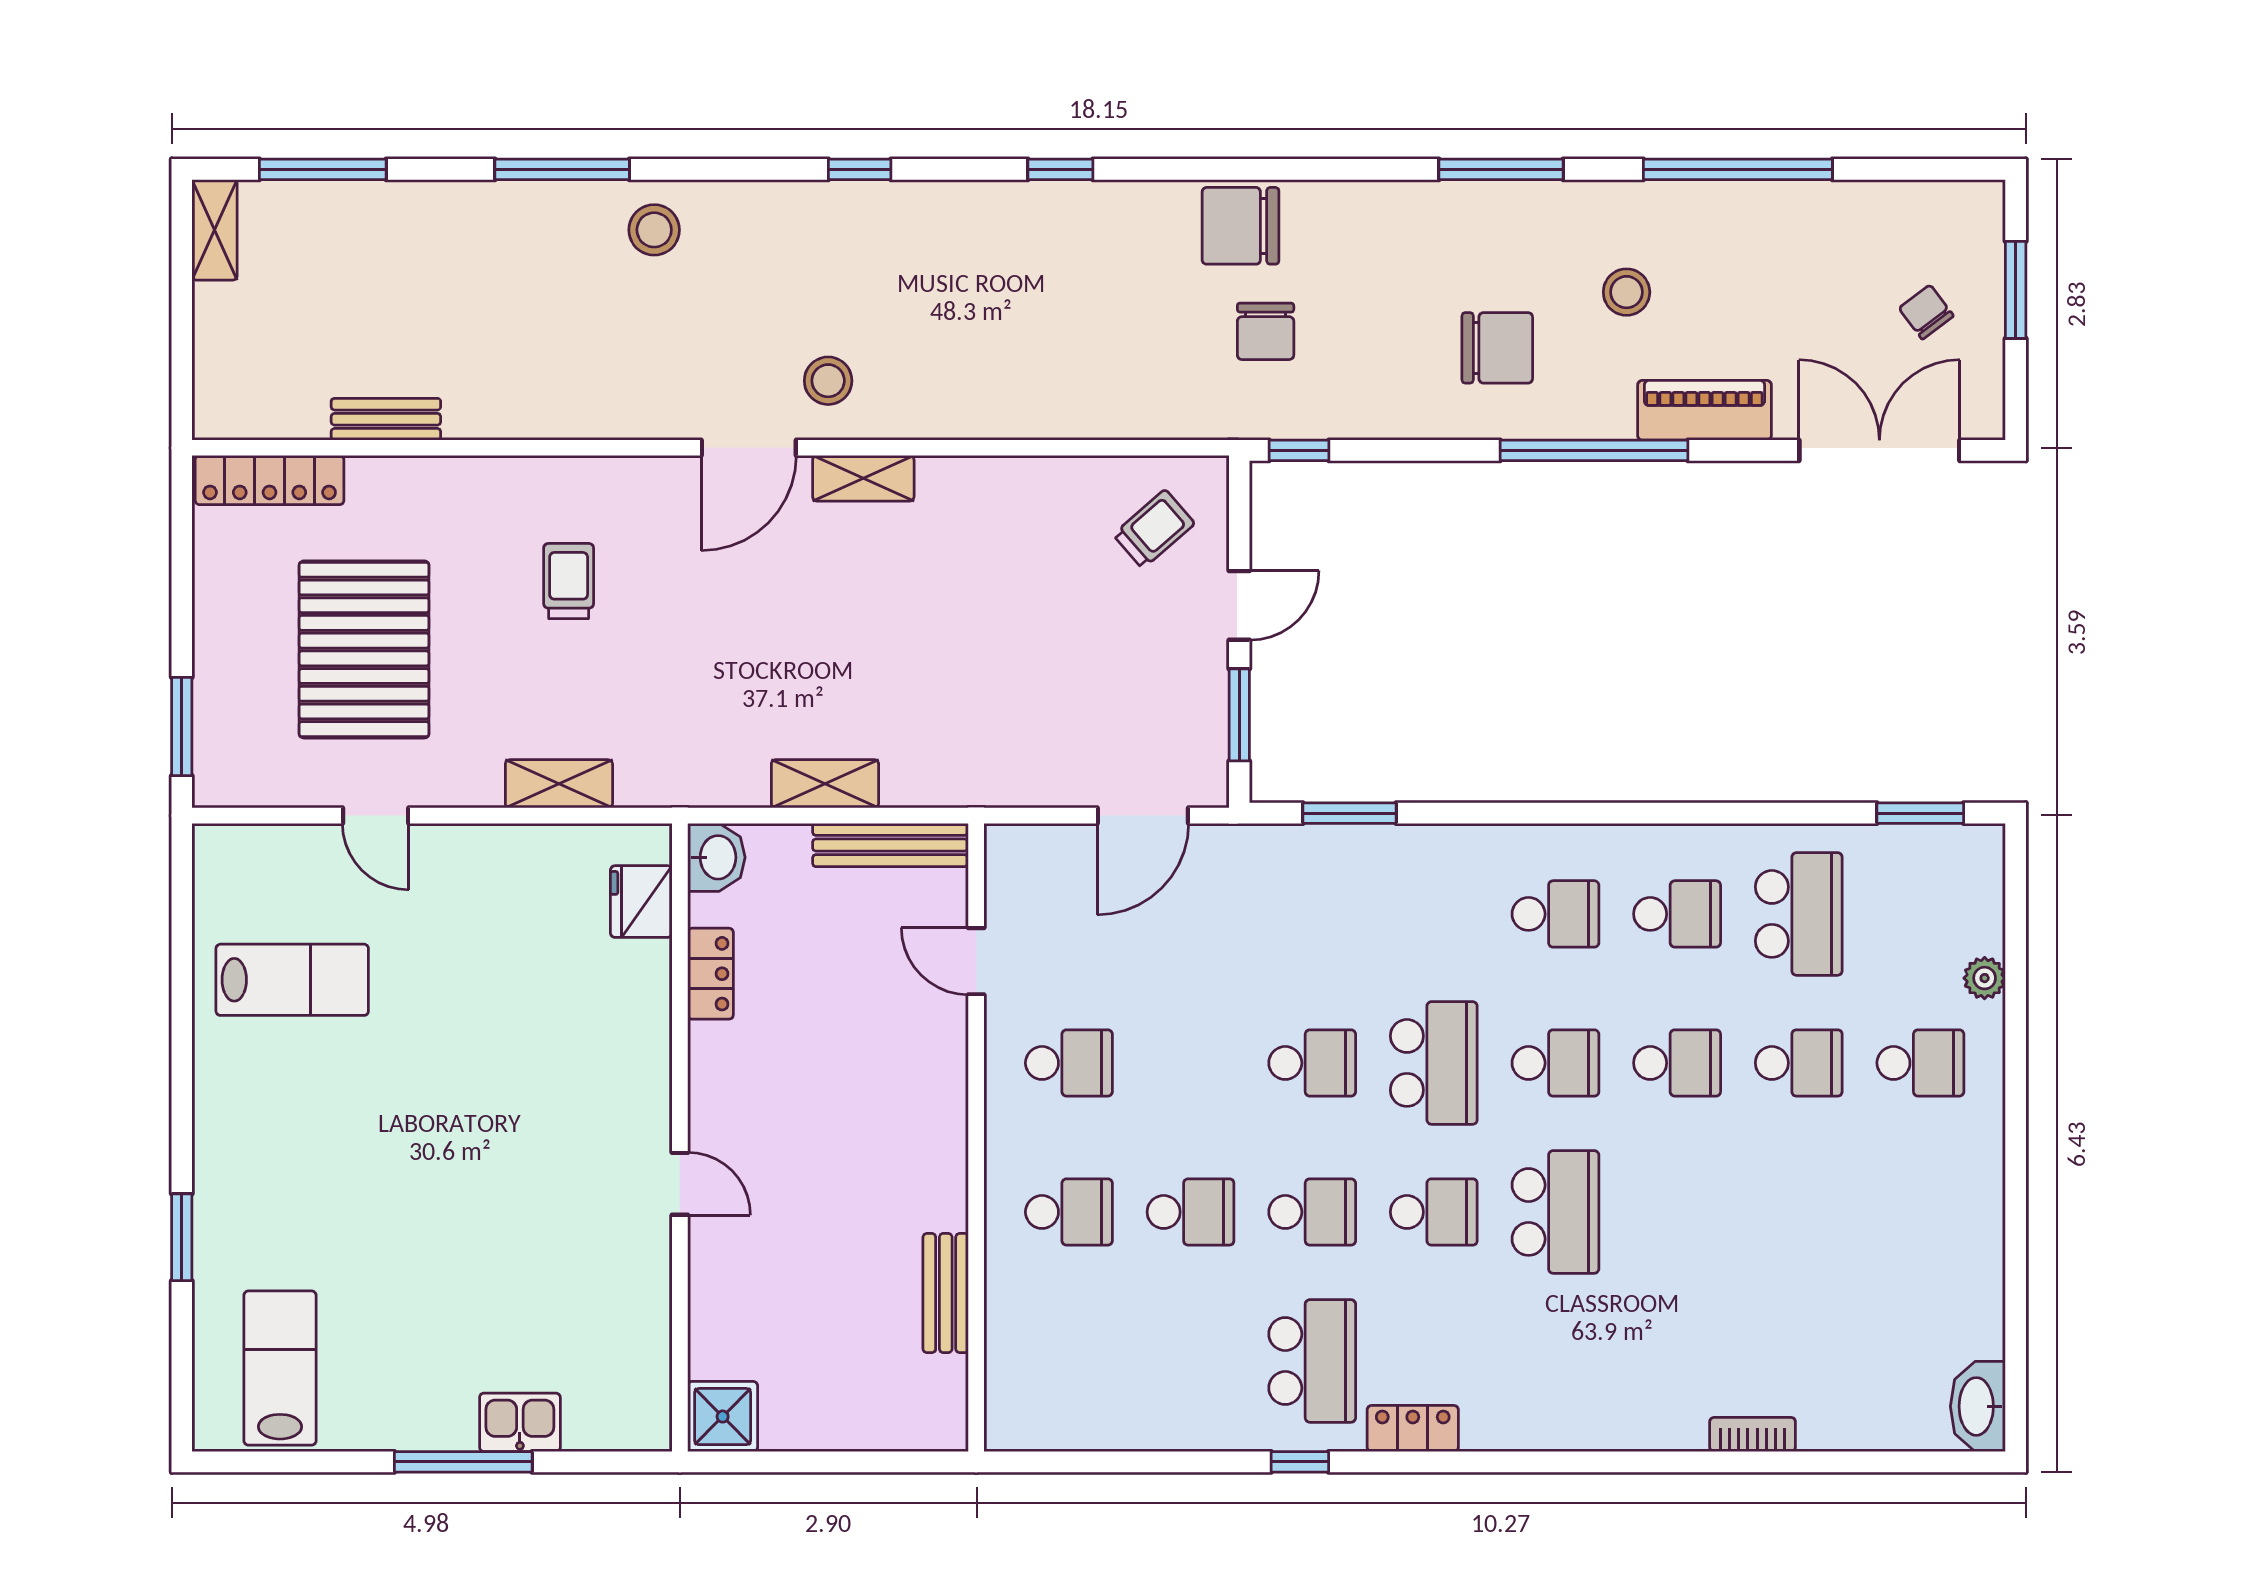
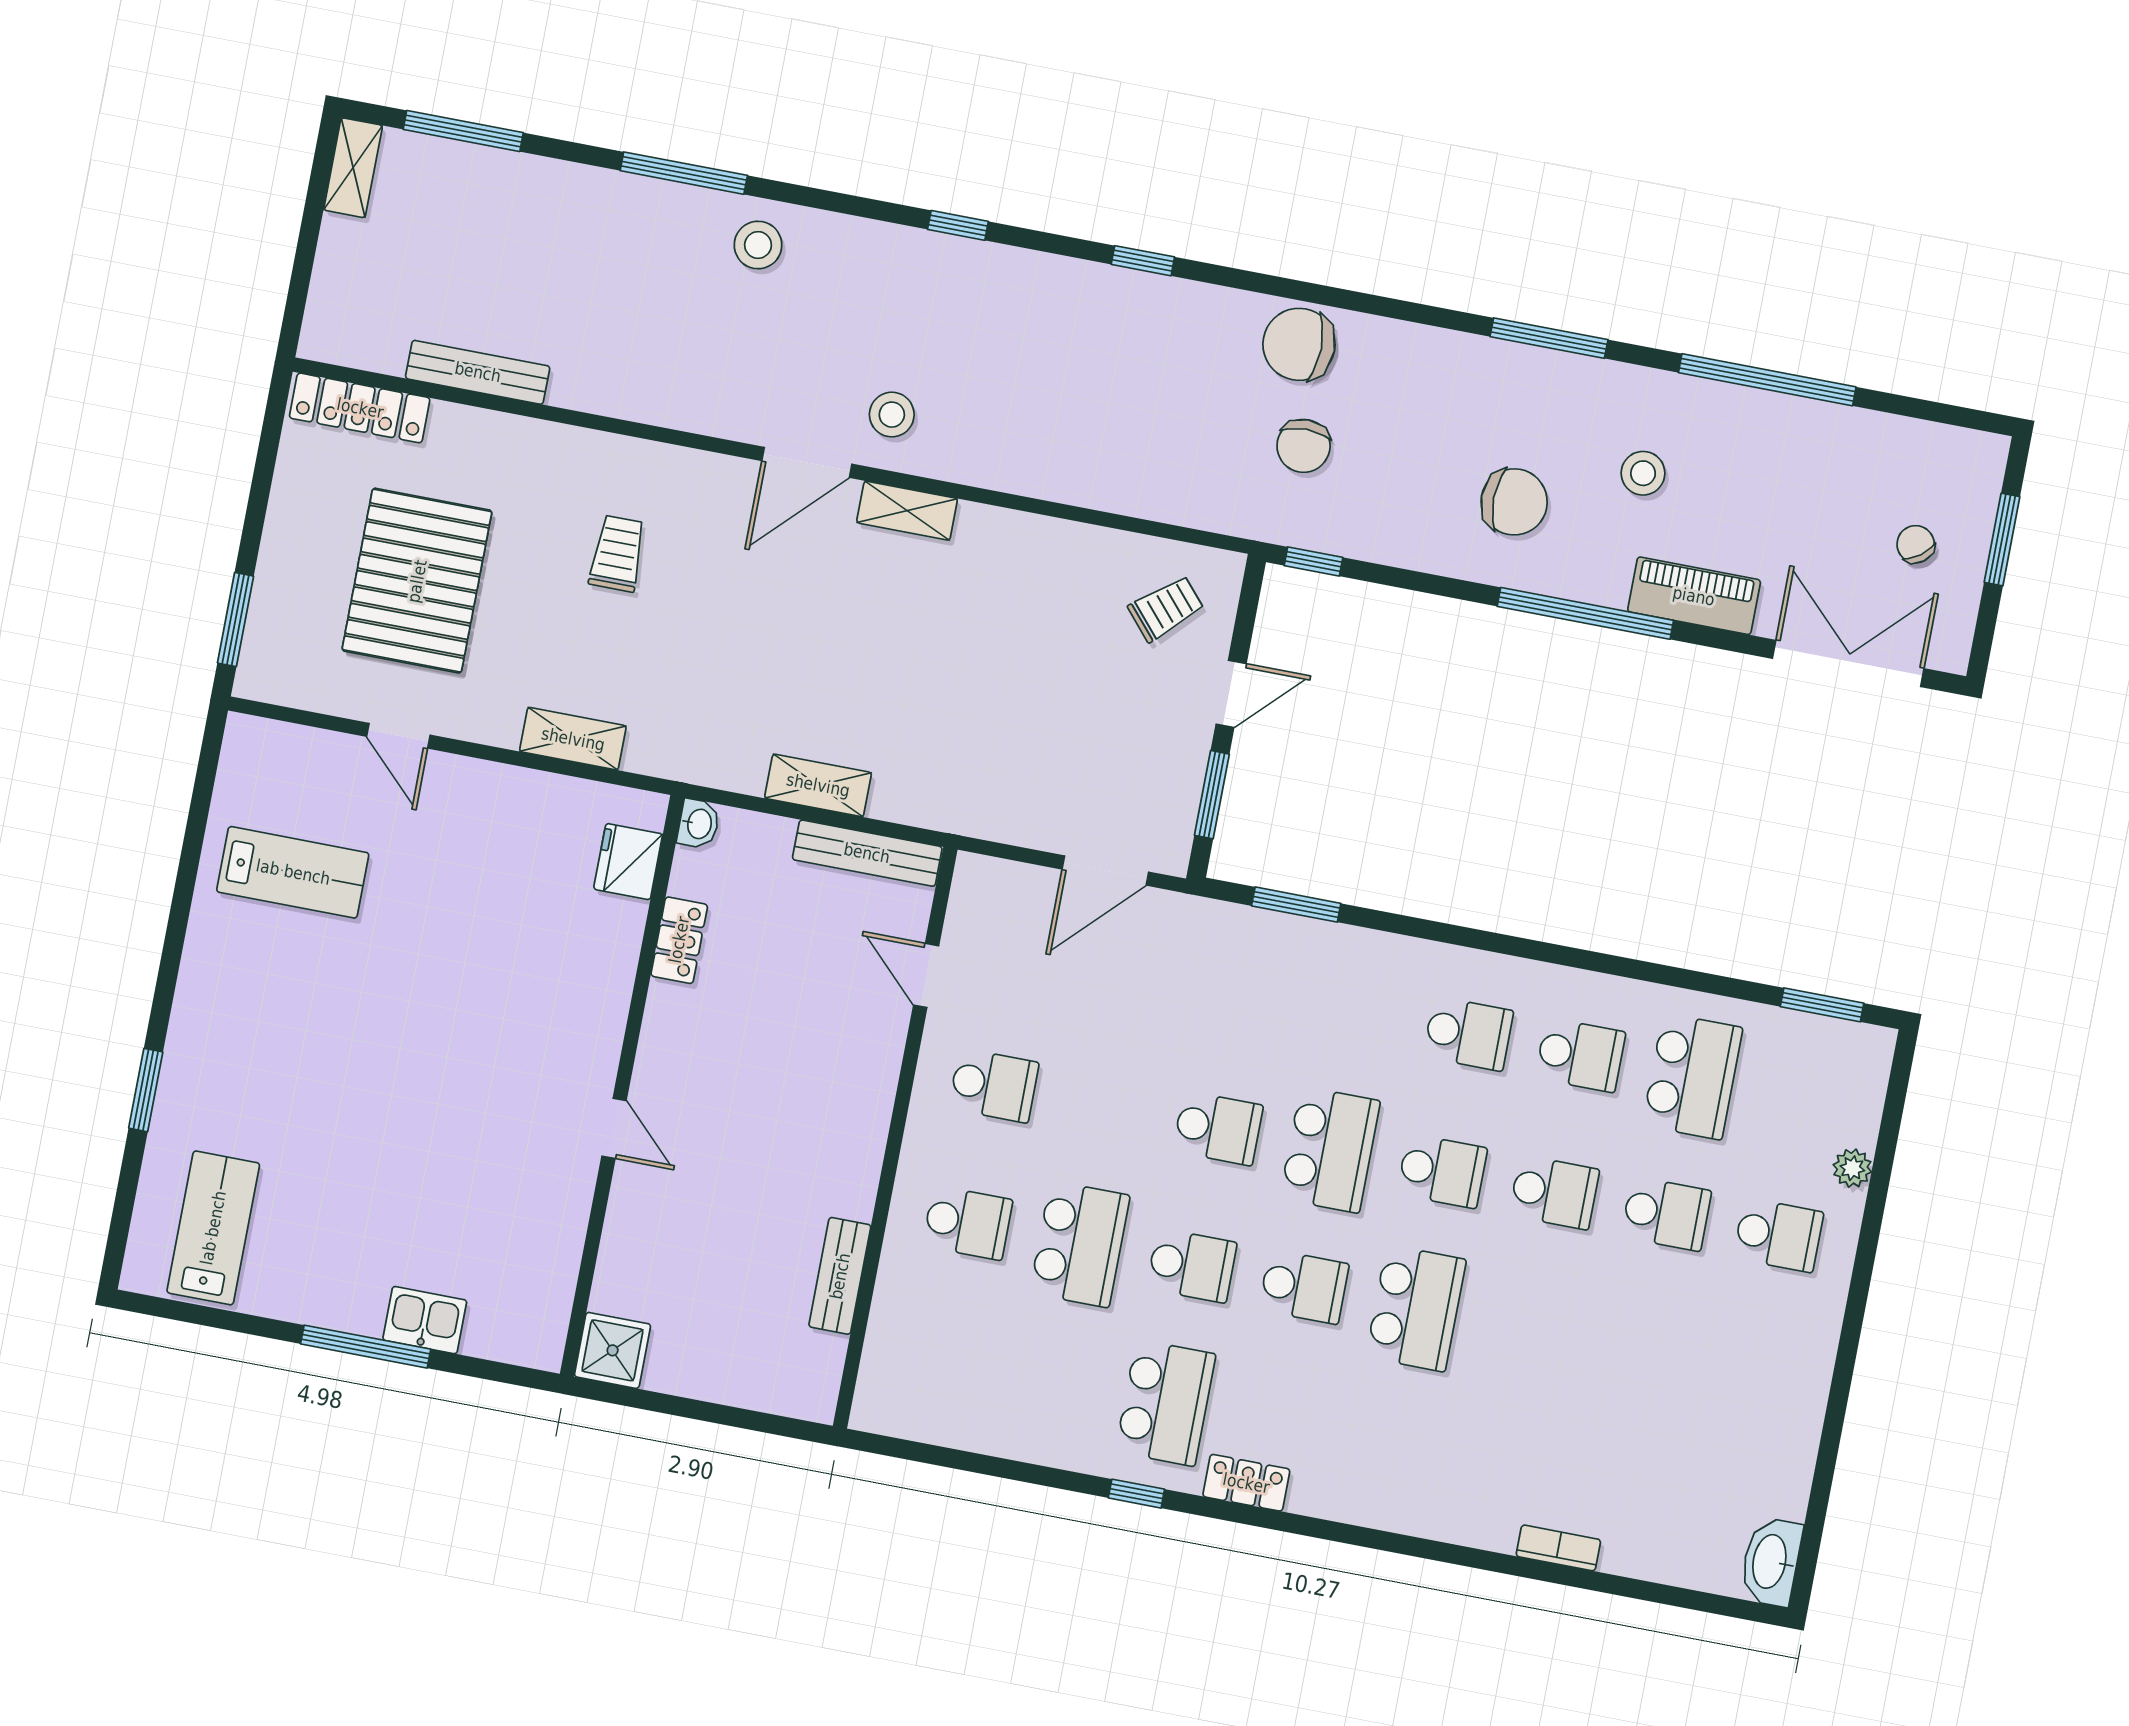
bench: (386, 419) -> (478, 372), width x1.36
washbasin: (716, 857) -> (698, 824), width x0.72, depth x0.69
school desk: (1191, 1212) -> (1080, 1244), width x1.85

